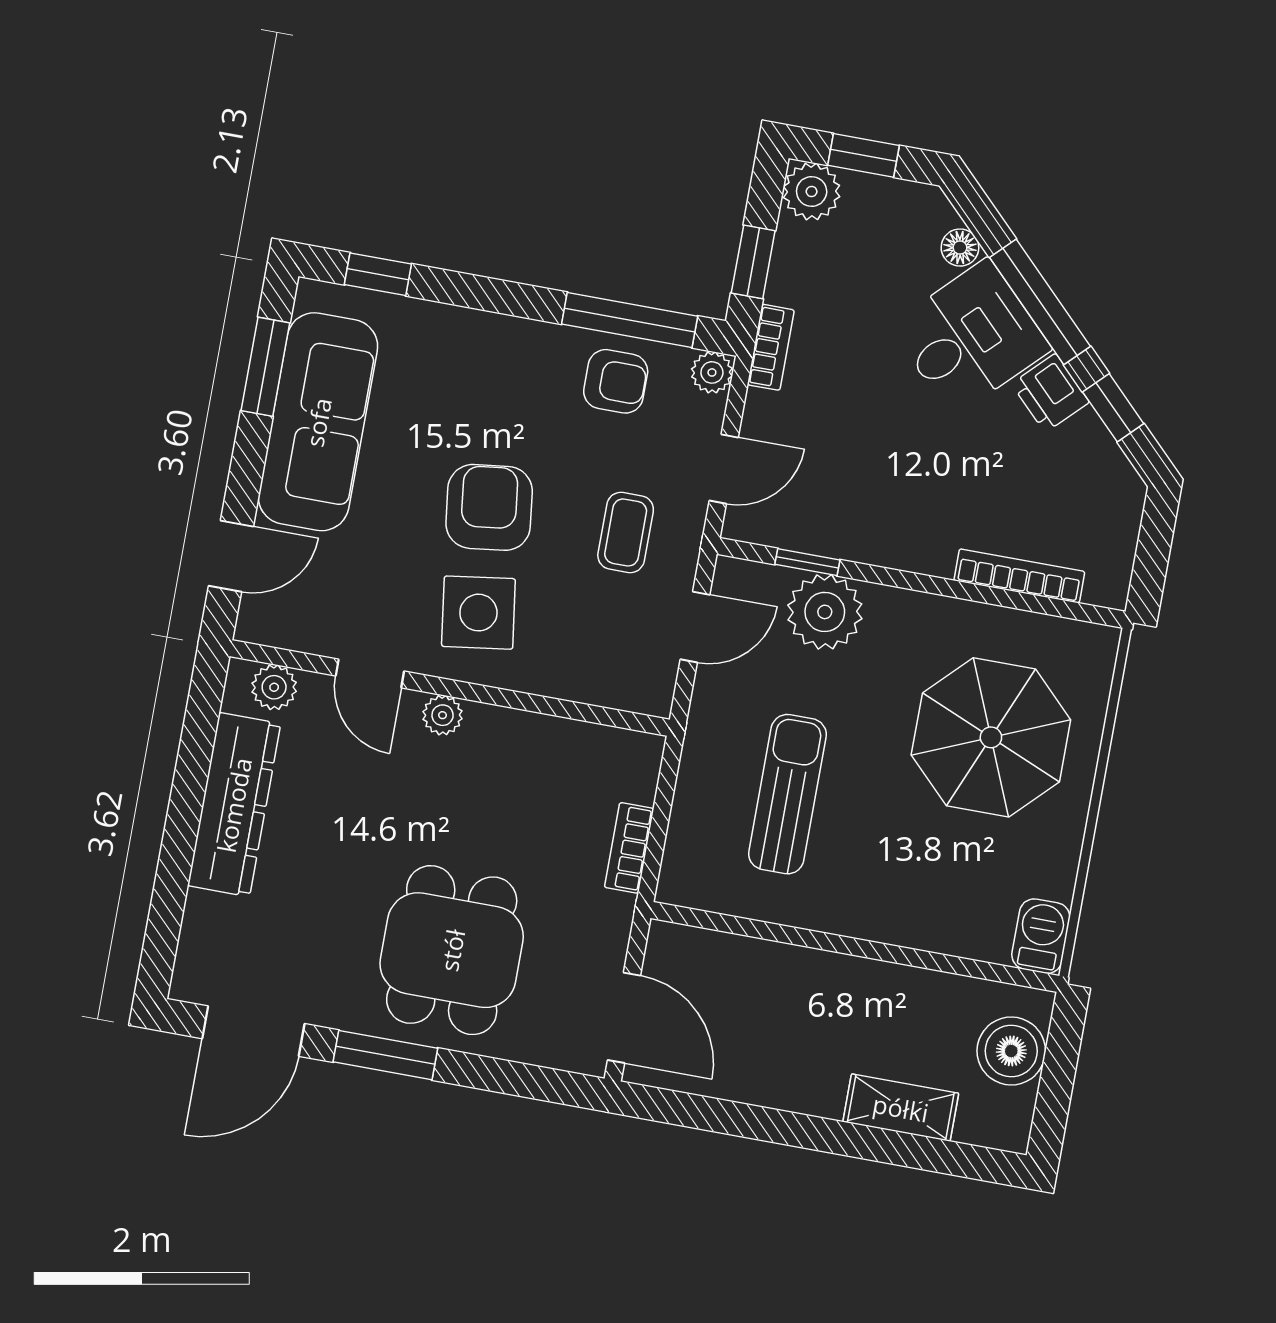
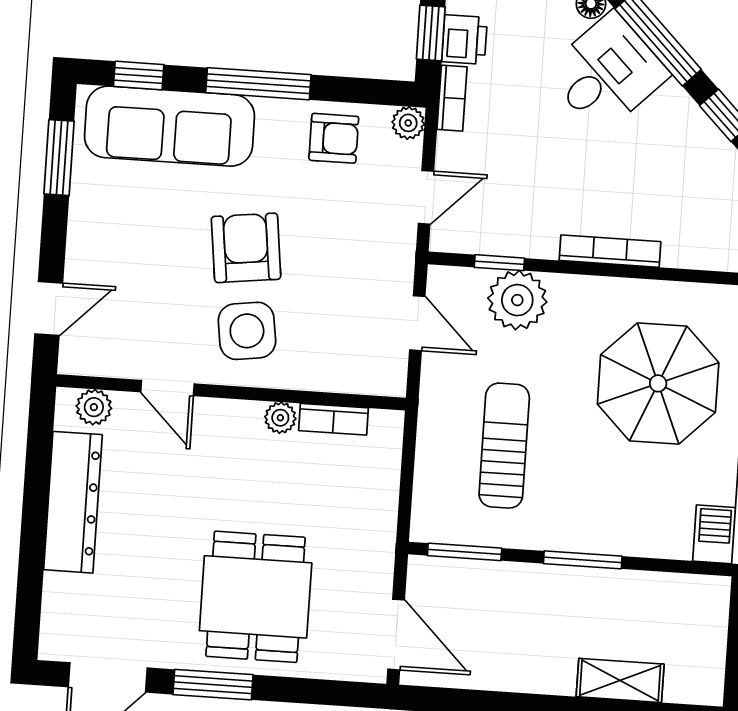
window: (630, 320) -> (258, 84), moved
printer: (1050, 393) -> (464, 40), moved, turned -135
sofa: (318, 422) -> (169, 126), moved, turned 90
coffee table: (626, 532) -> (355, 255), removed
bookcase: (1019, 576) -> (610, 251), moved
door: (695, 627) -> (417, 323), hinge flipped
plant: (443, 715) -> (280, 418), moved
bookcase: (629, 848) -> (333, 419), moved, turned -90
window: (722, 923) -> (465, 552), added
window: (871, 950) -> (583, 560), added
boiler: (1011, 1051) -> (701, 627), removed

